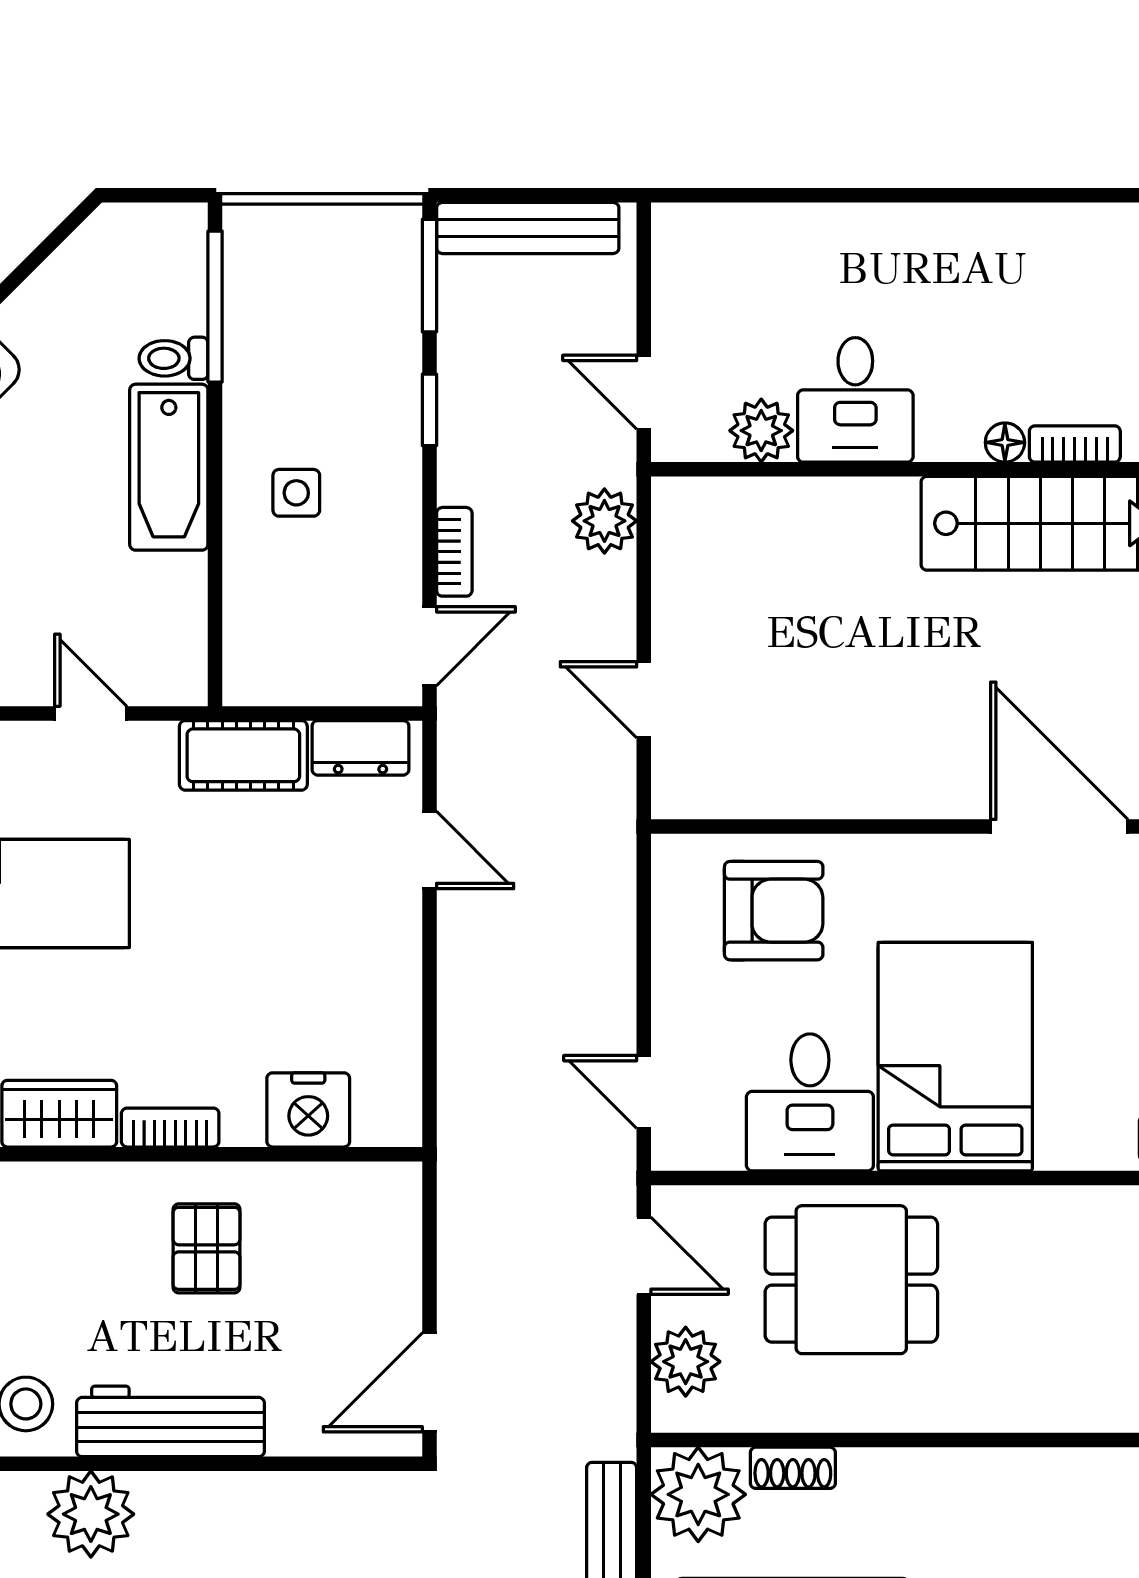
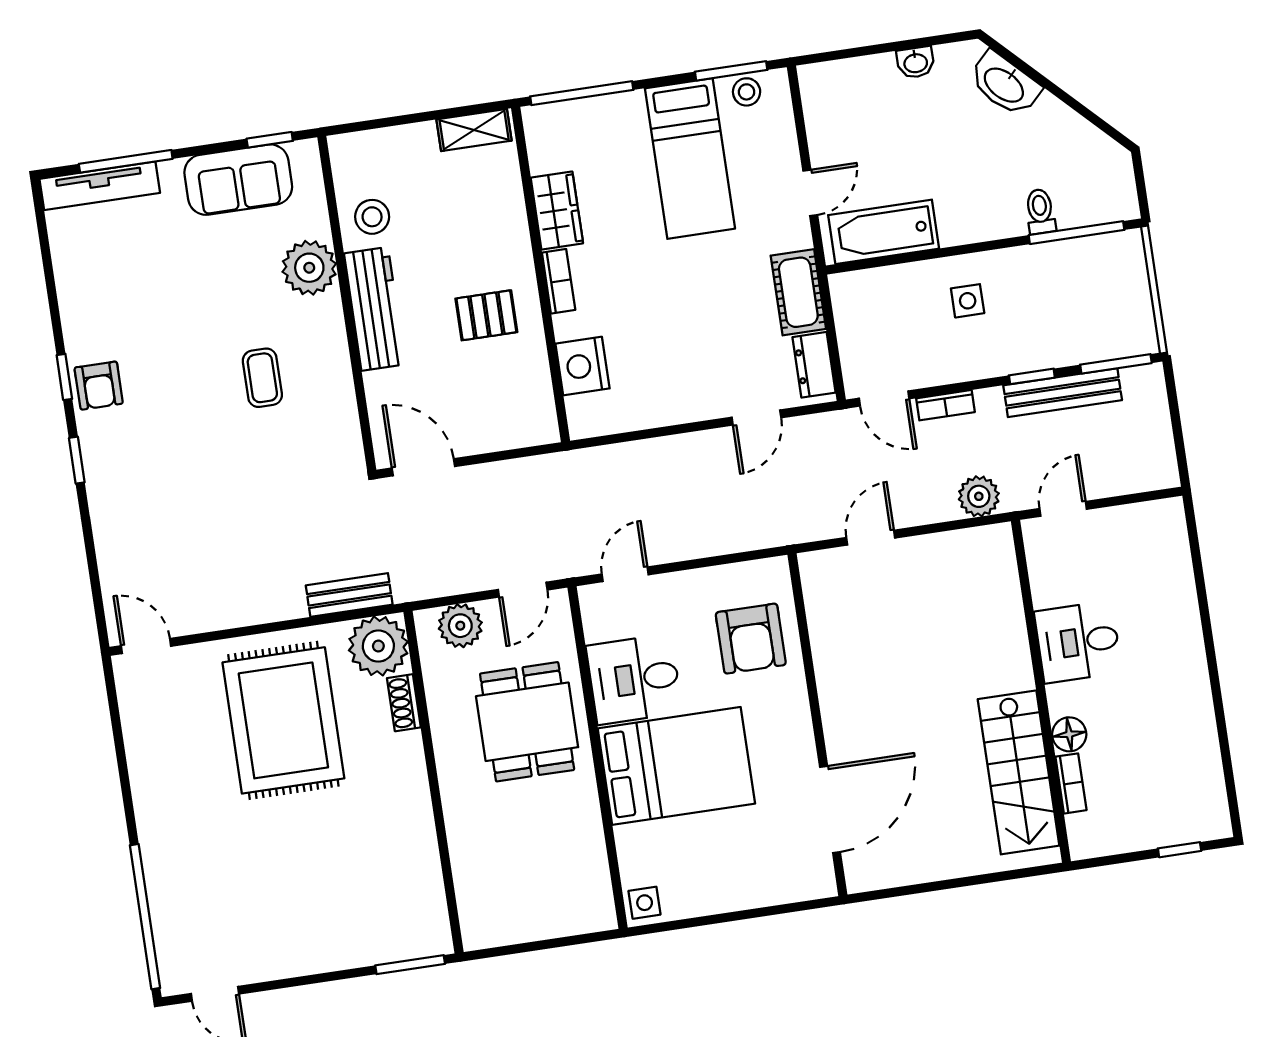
bench: (528, 228) -> (1063, 393), moved, turned 90
plant: (761, 431) -> (1050, 586), removed
floor lamp: (1005, 442) -> (1069, 734), width x1.37, depth x1.37
bathtub: (169, 467) -> (884, 232), moved

